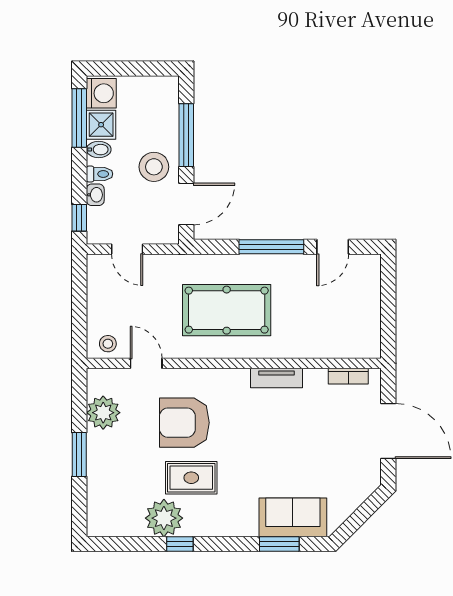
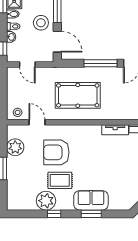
door: (186, 204) -> (57, 42), hinge flipped
tv unit: (277, 378) -> (115, 130), moved
sofa: (293, 517) -> (91, 200), moved
window: (279, 544) -> (91, 214), moved

